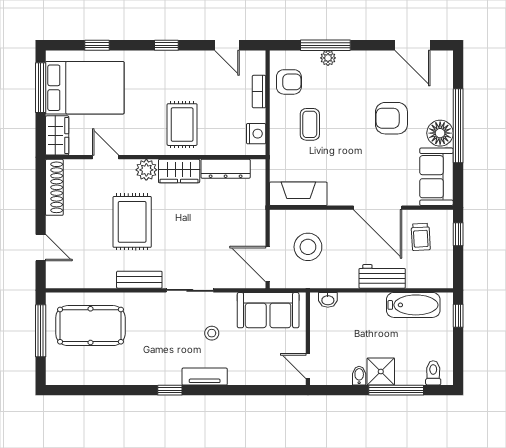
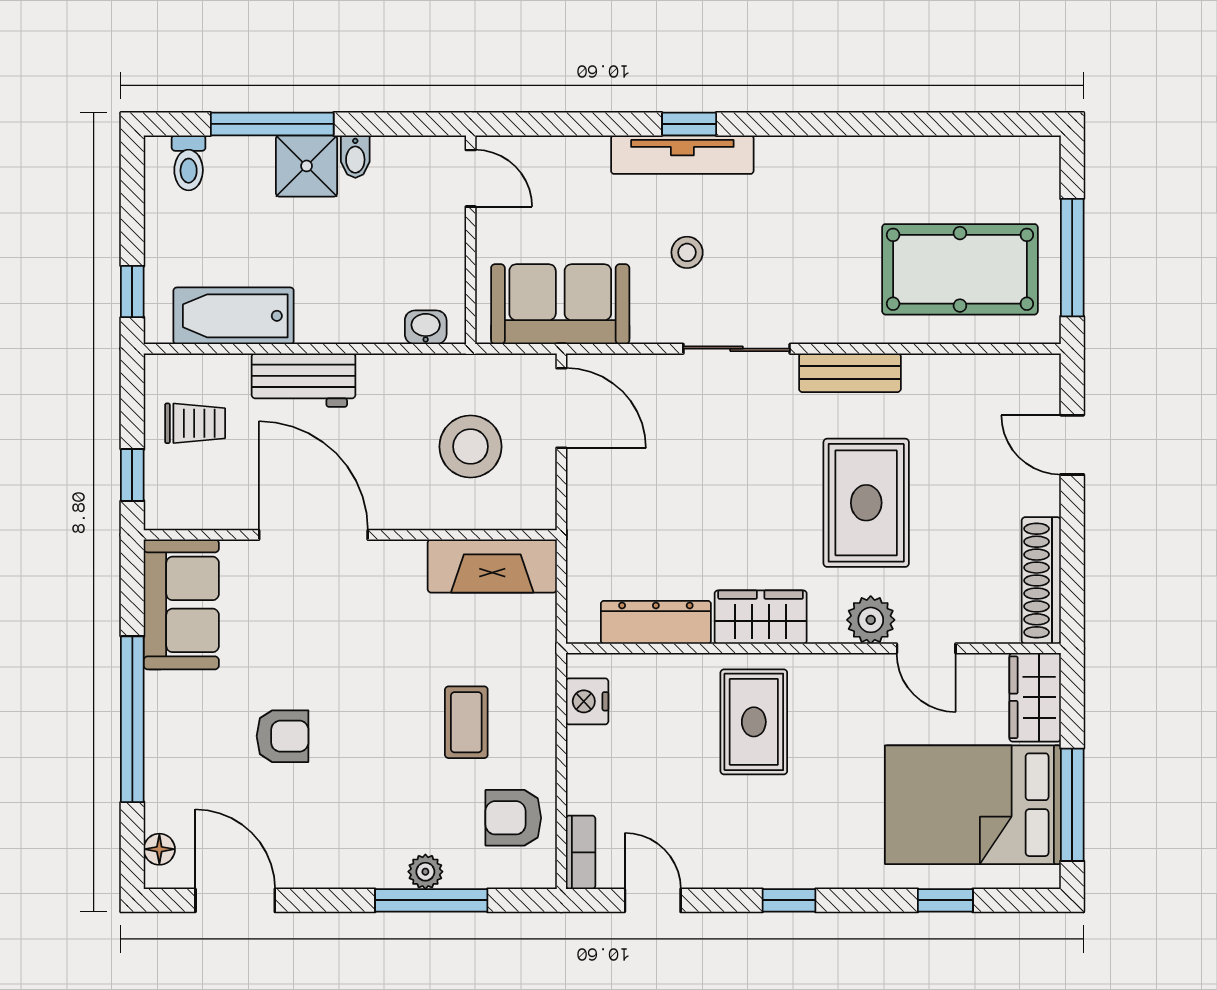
bookcase: (259, 92) -> (581, 852), moved
armchair: (391, 118) -> (283, 736), width x0.72, depth x0.72
floor lamp: (440, 133) -> (159, 849), moved, width x0.53, depth x0.53
plant: (146, 170) -> (871, 620), moved
trolley: (421, 237) -> (195, 423), moved, turned 93
tv unit: (205, 377) -> (682, 155), width x1.41
window: (170, 390) -> (689, 124), moved

